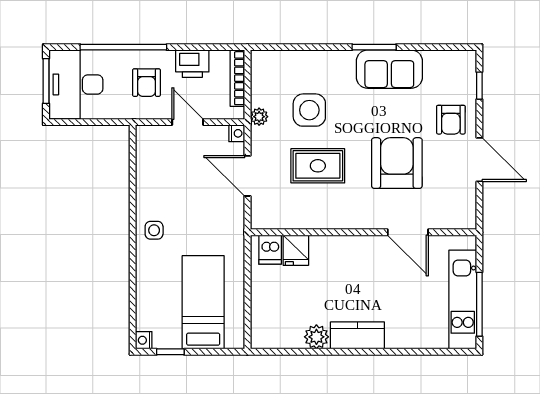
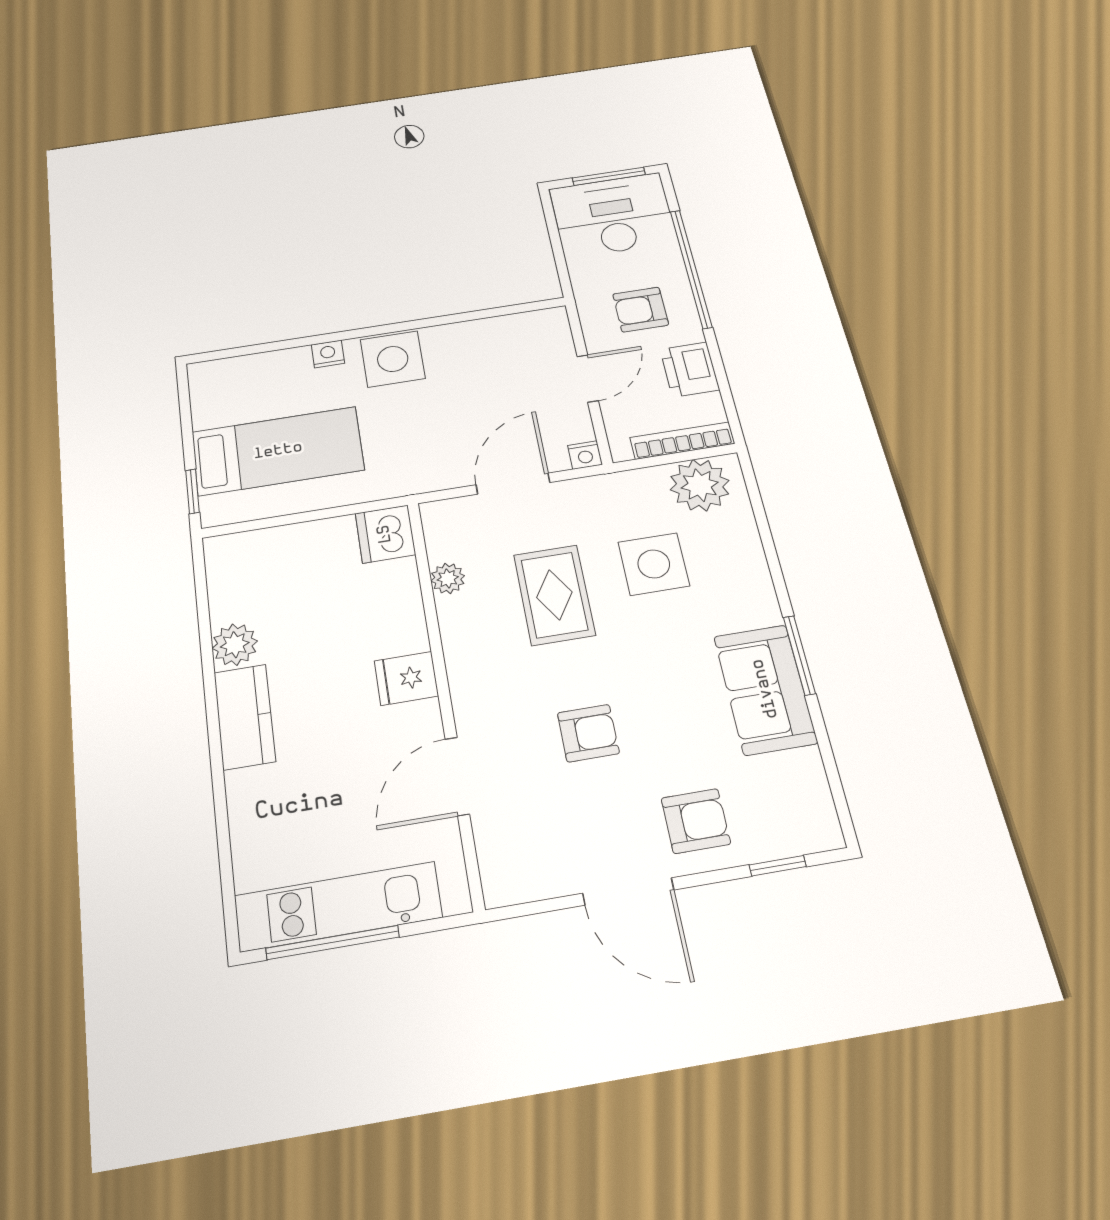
plant: (259, 117) -> (700, 485), moved, width x1.88, depth x1.88
armchair: (451, 120) -> (696, 821), turned 180
door: (479, 160) -> (628, 892), hinge flipped
armchair: (397, 163) -> (588, 733), width x0.53, depth x0.53
plant: (298, 220) -> (448, 578), added
side table: (154, 230) -> (393, 359), width x1.87, depth x1.87
dishwasher: (270, 250) -> (385, 534), width x1.38
fridge: (296, 250) -> (406, 678), moved
nightstand: (144, 340) -> (328, 354), moved
window: (170, 352) -> (192, 491), moved

